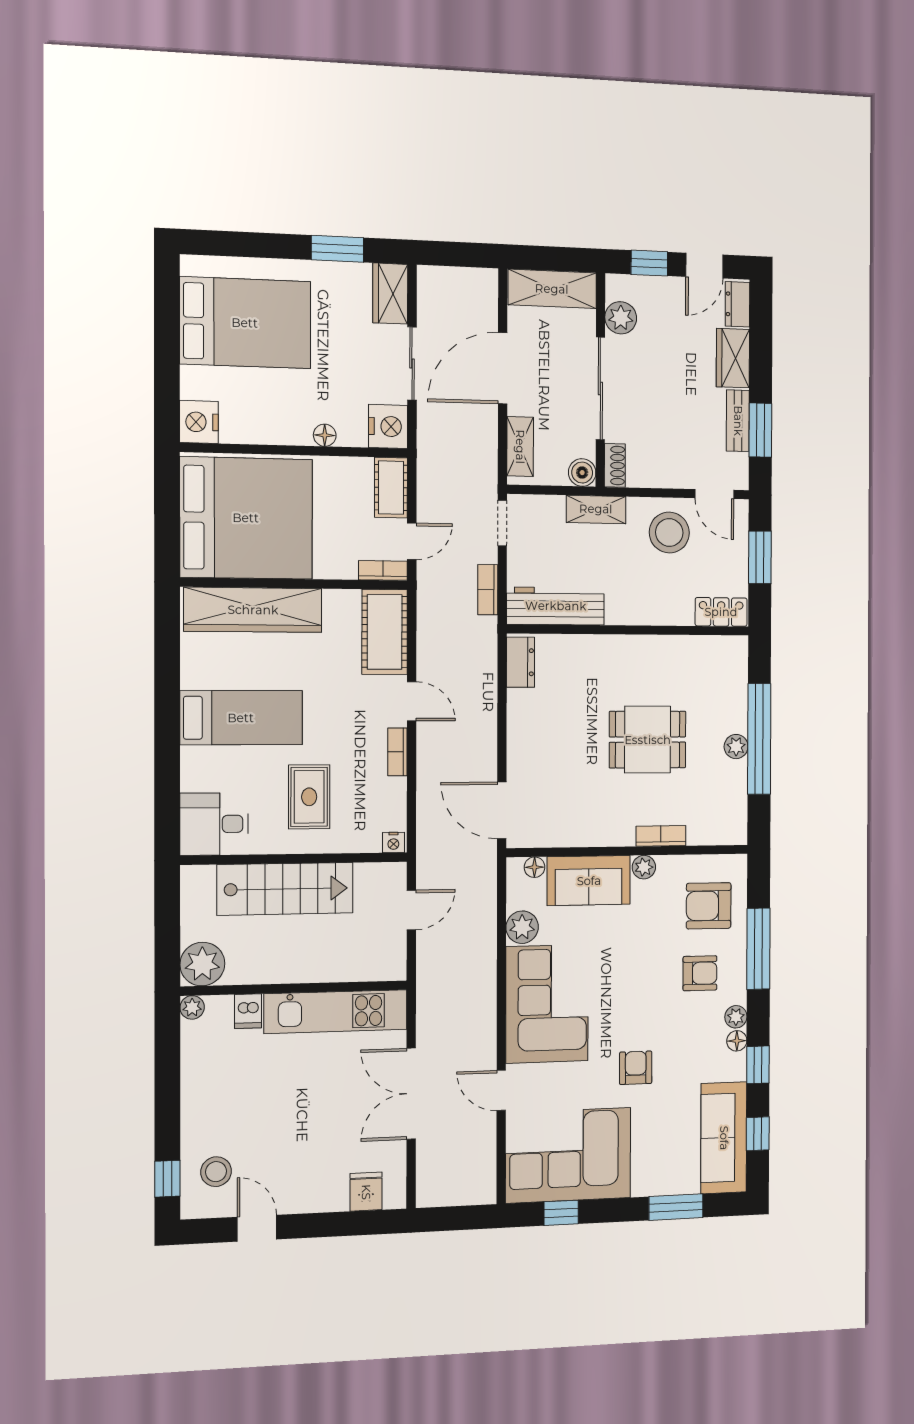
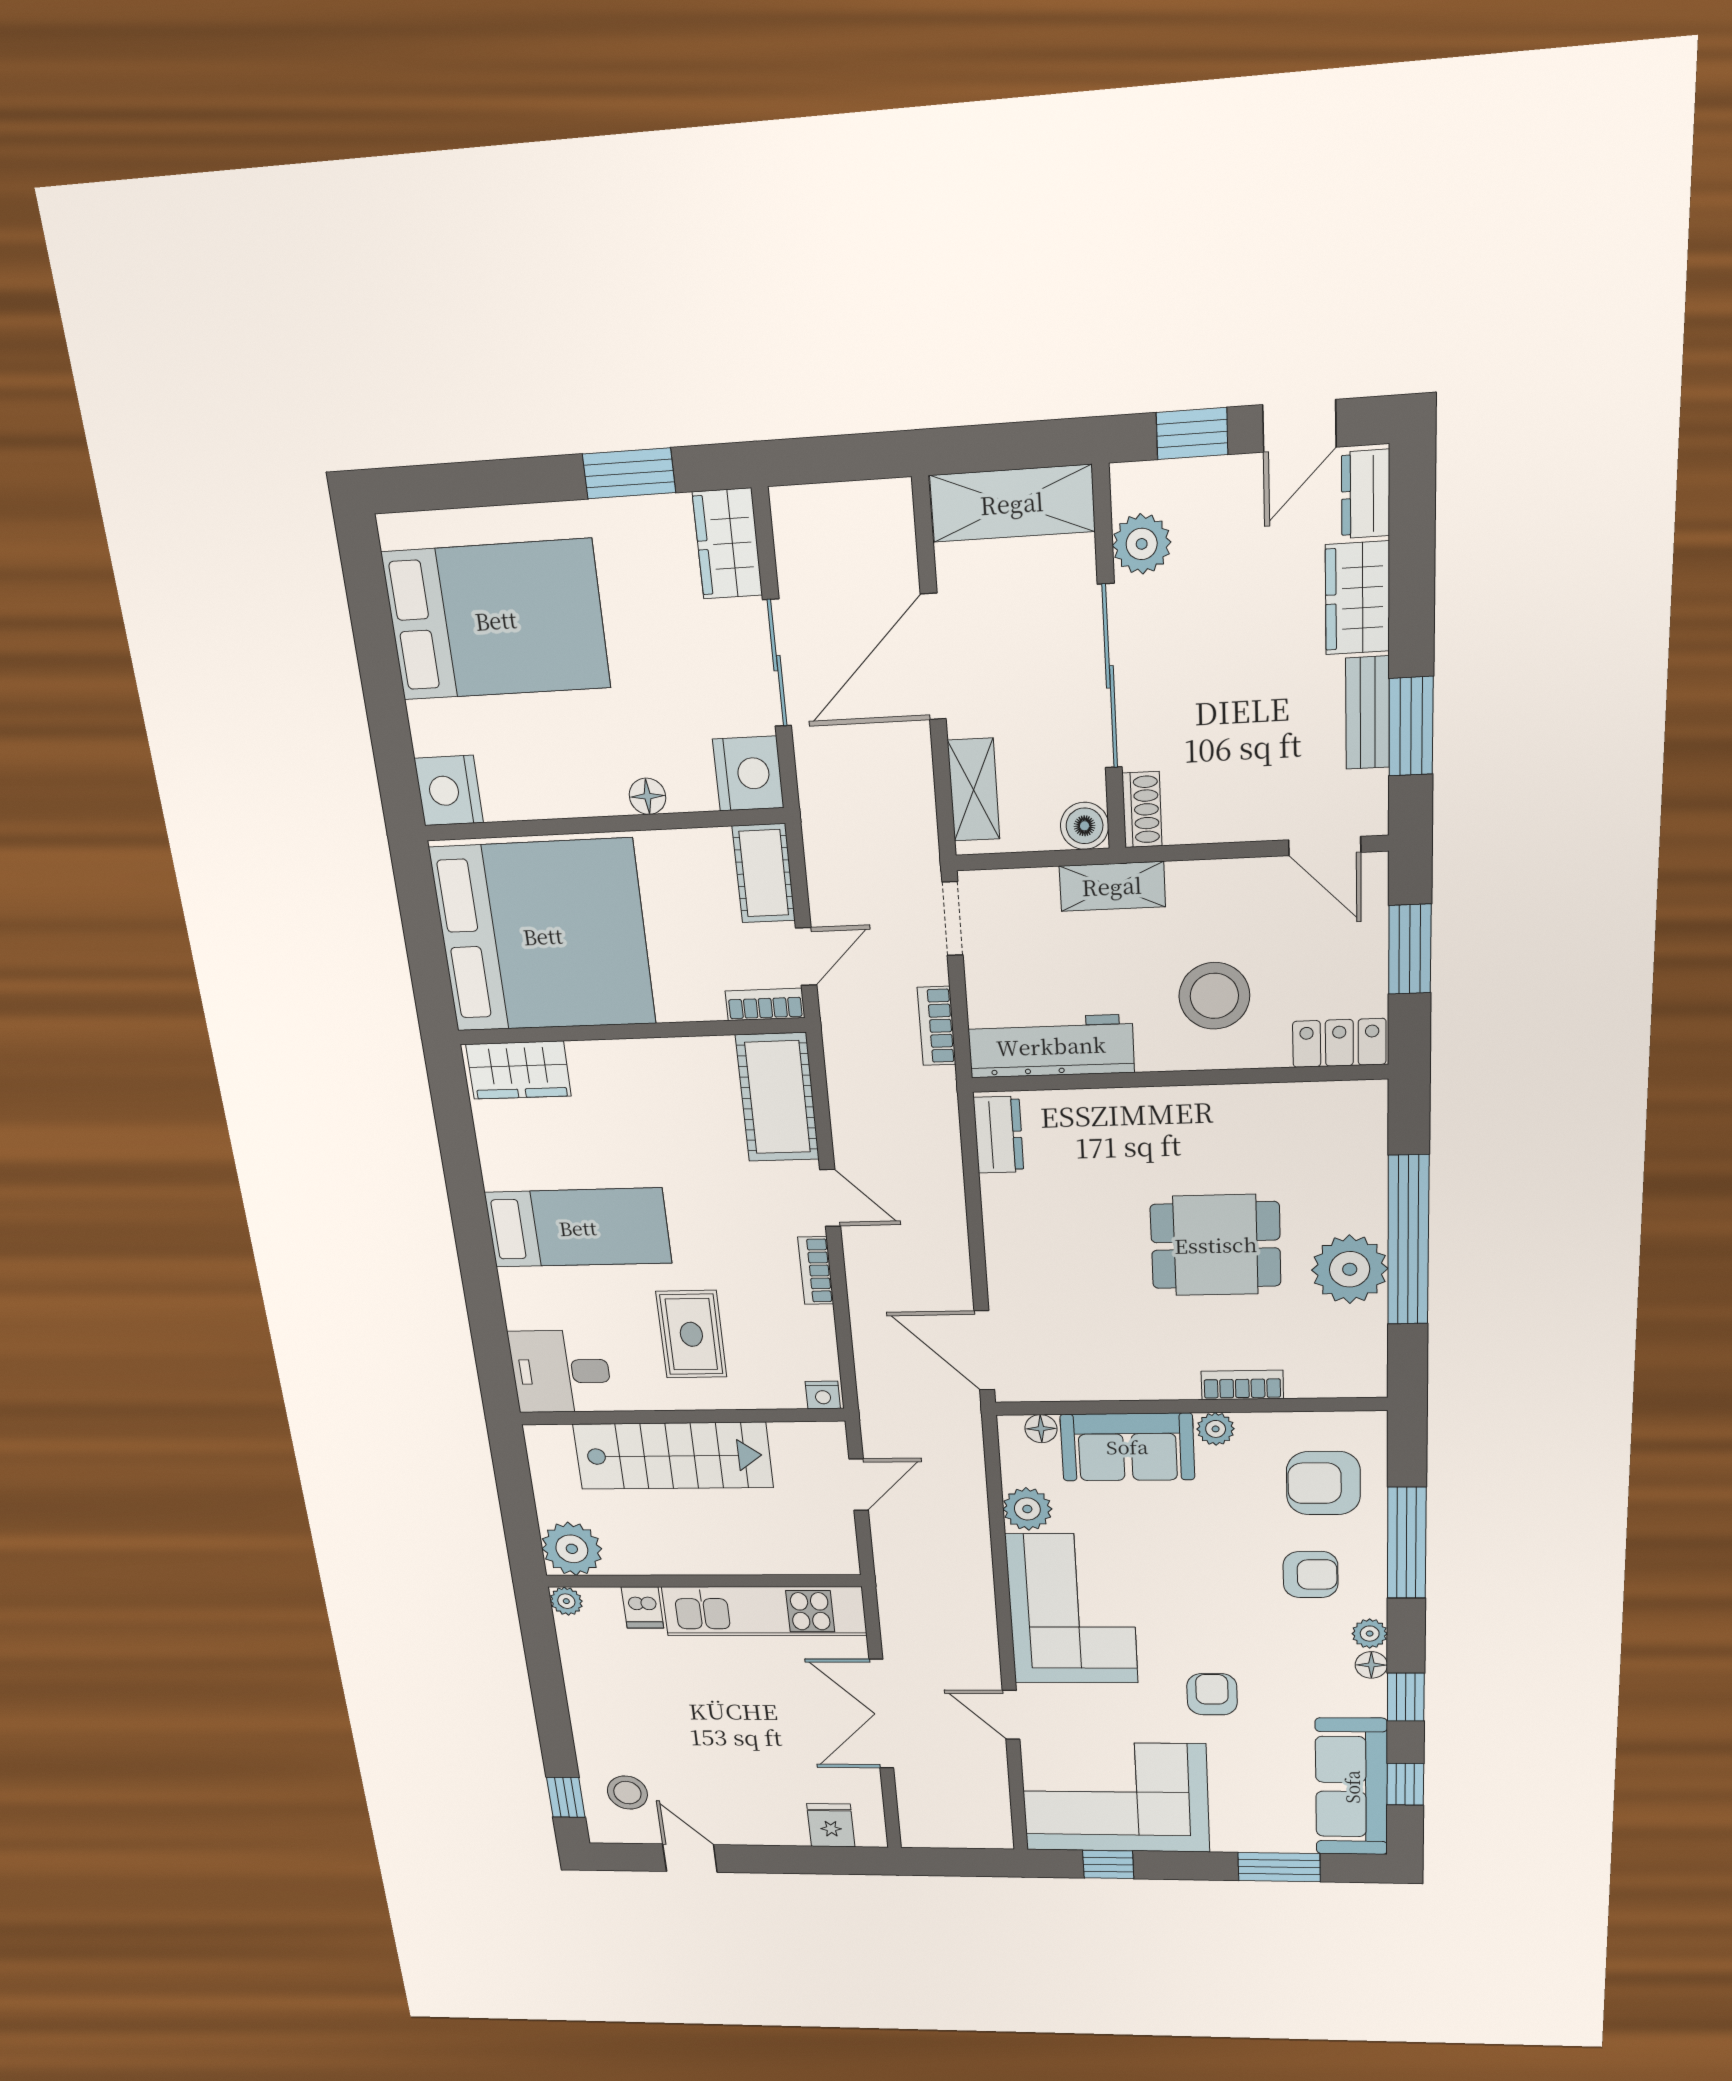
stool: (669, 532) -> (1214, 996), moved
wardrobe: (253, 610) -> (519, 1070), width x0.48, depth x0.85
plant: (736, 747) -> (1350, 1269), width x1.87, depth x1.87

